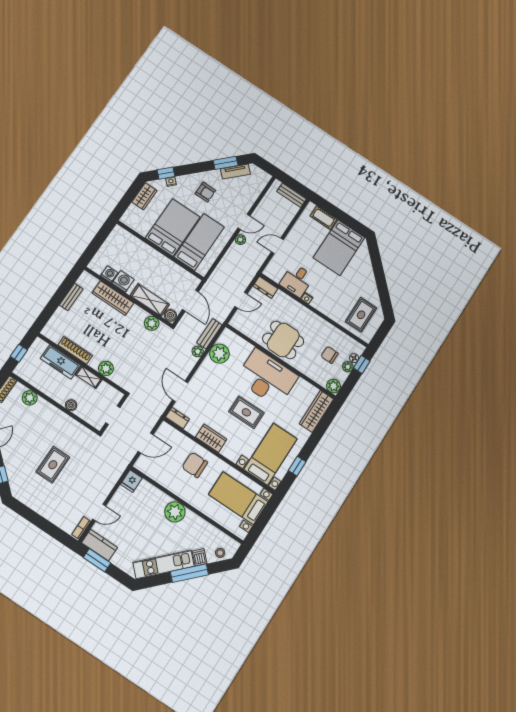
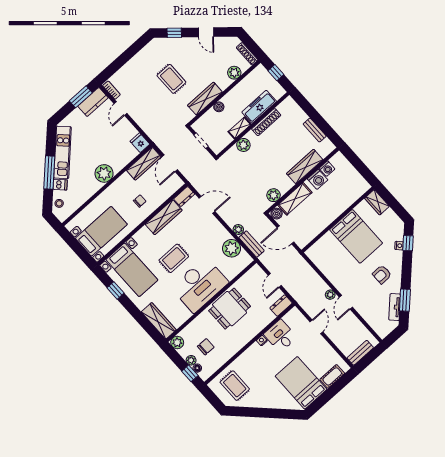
wardrobe: (144, 196) -> (377, 202), moved
bed: (199, 242) -> (337, 257), removed
wardrobe: (66, 423) -> (205, 99), added
wardrobe: (211, 438) -> (164, 217), width x1.50
chair: (195, 465) -> (140, 201), width x0.54, depth x0.54
wardrobe: (153, 471) -> (144, 164), added

